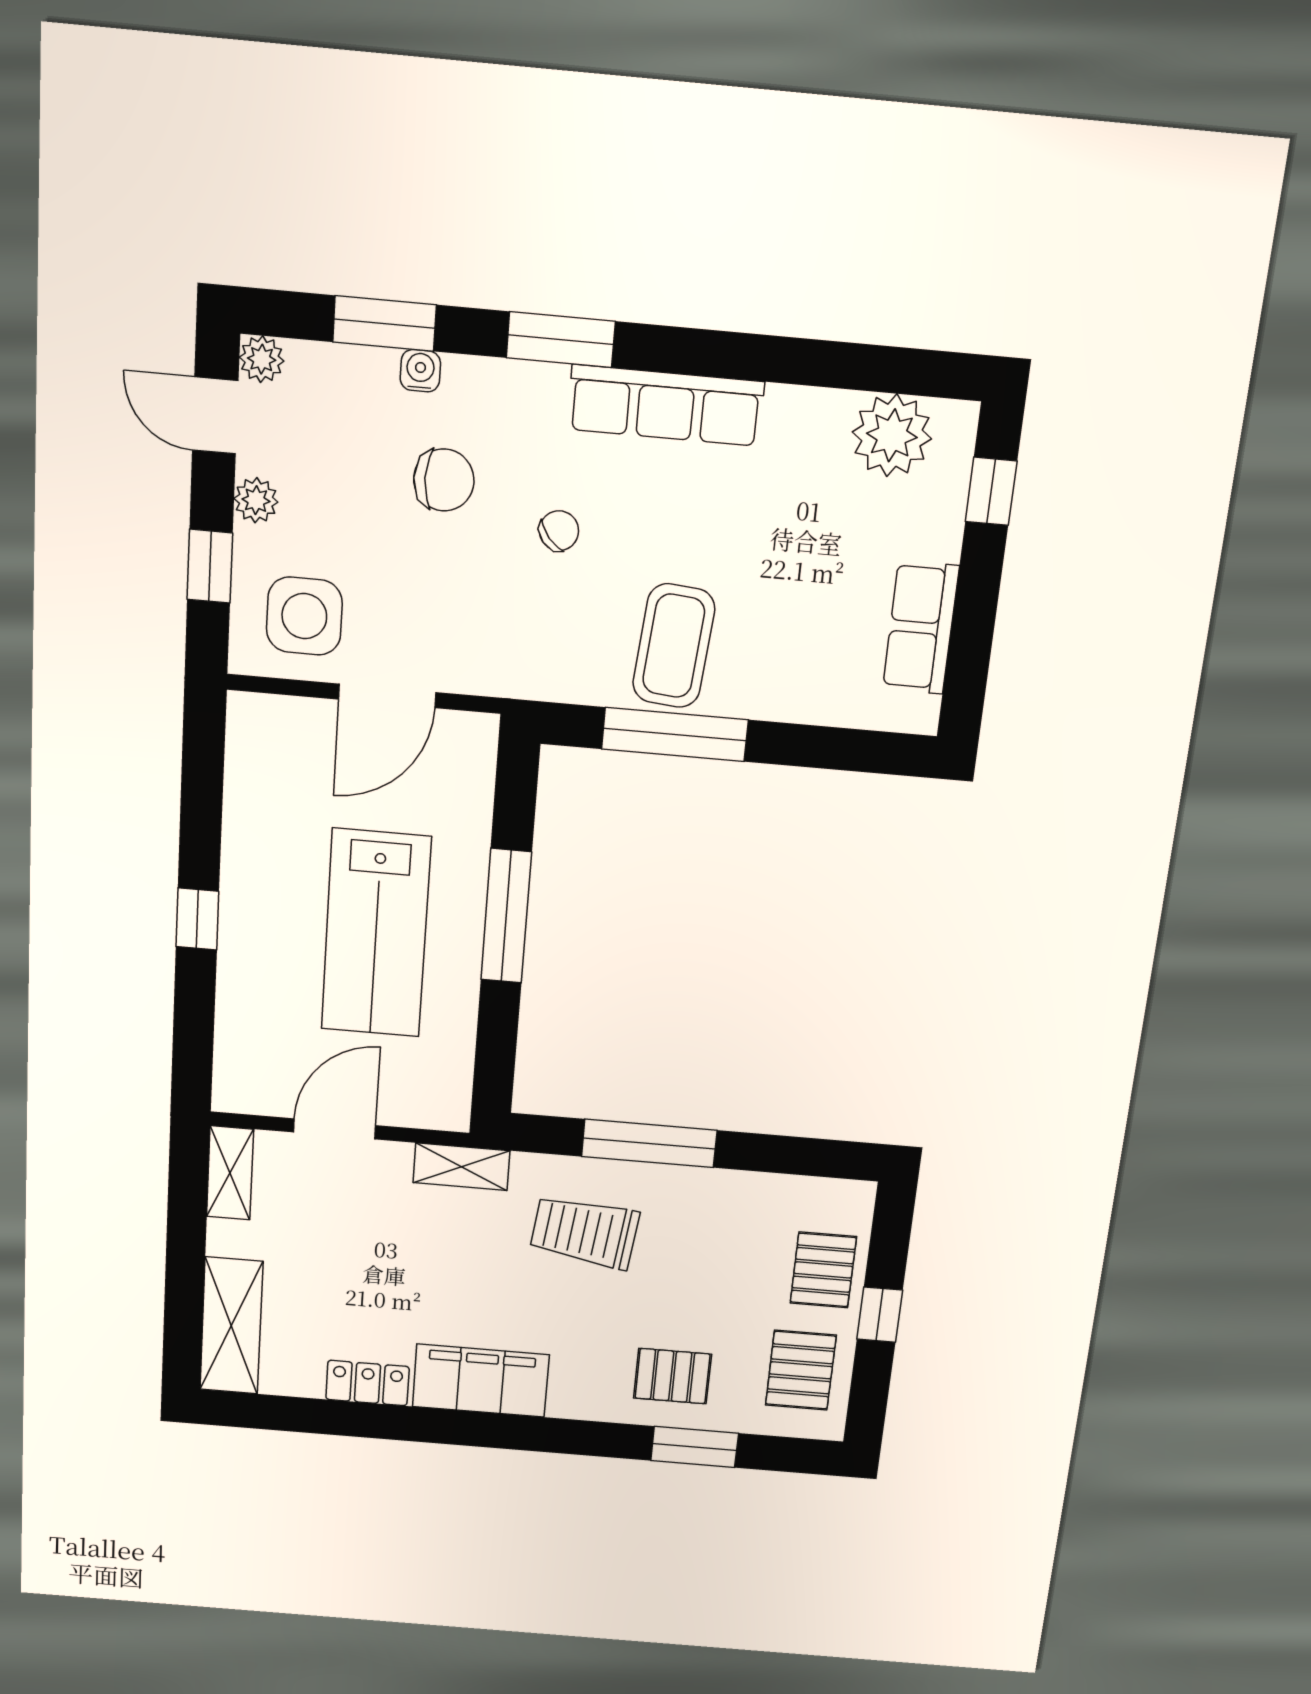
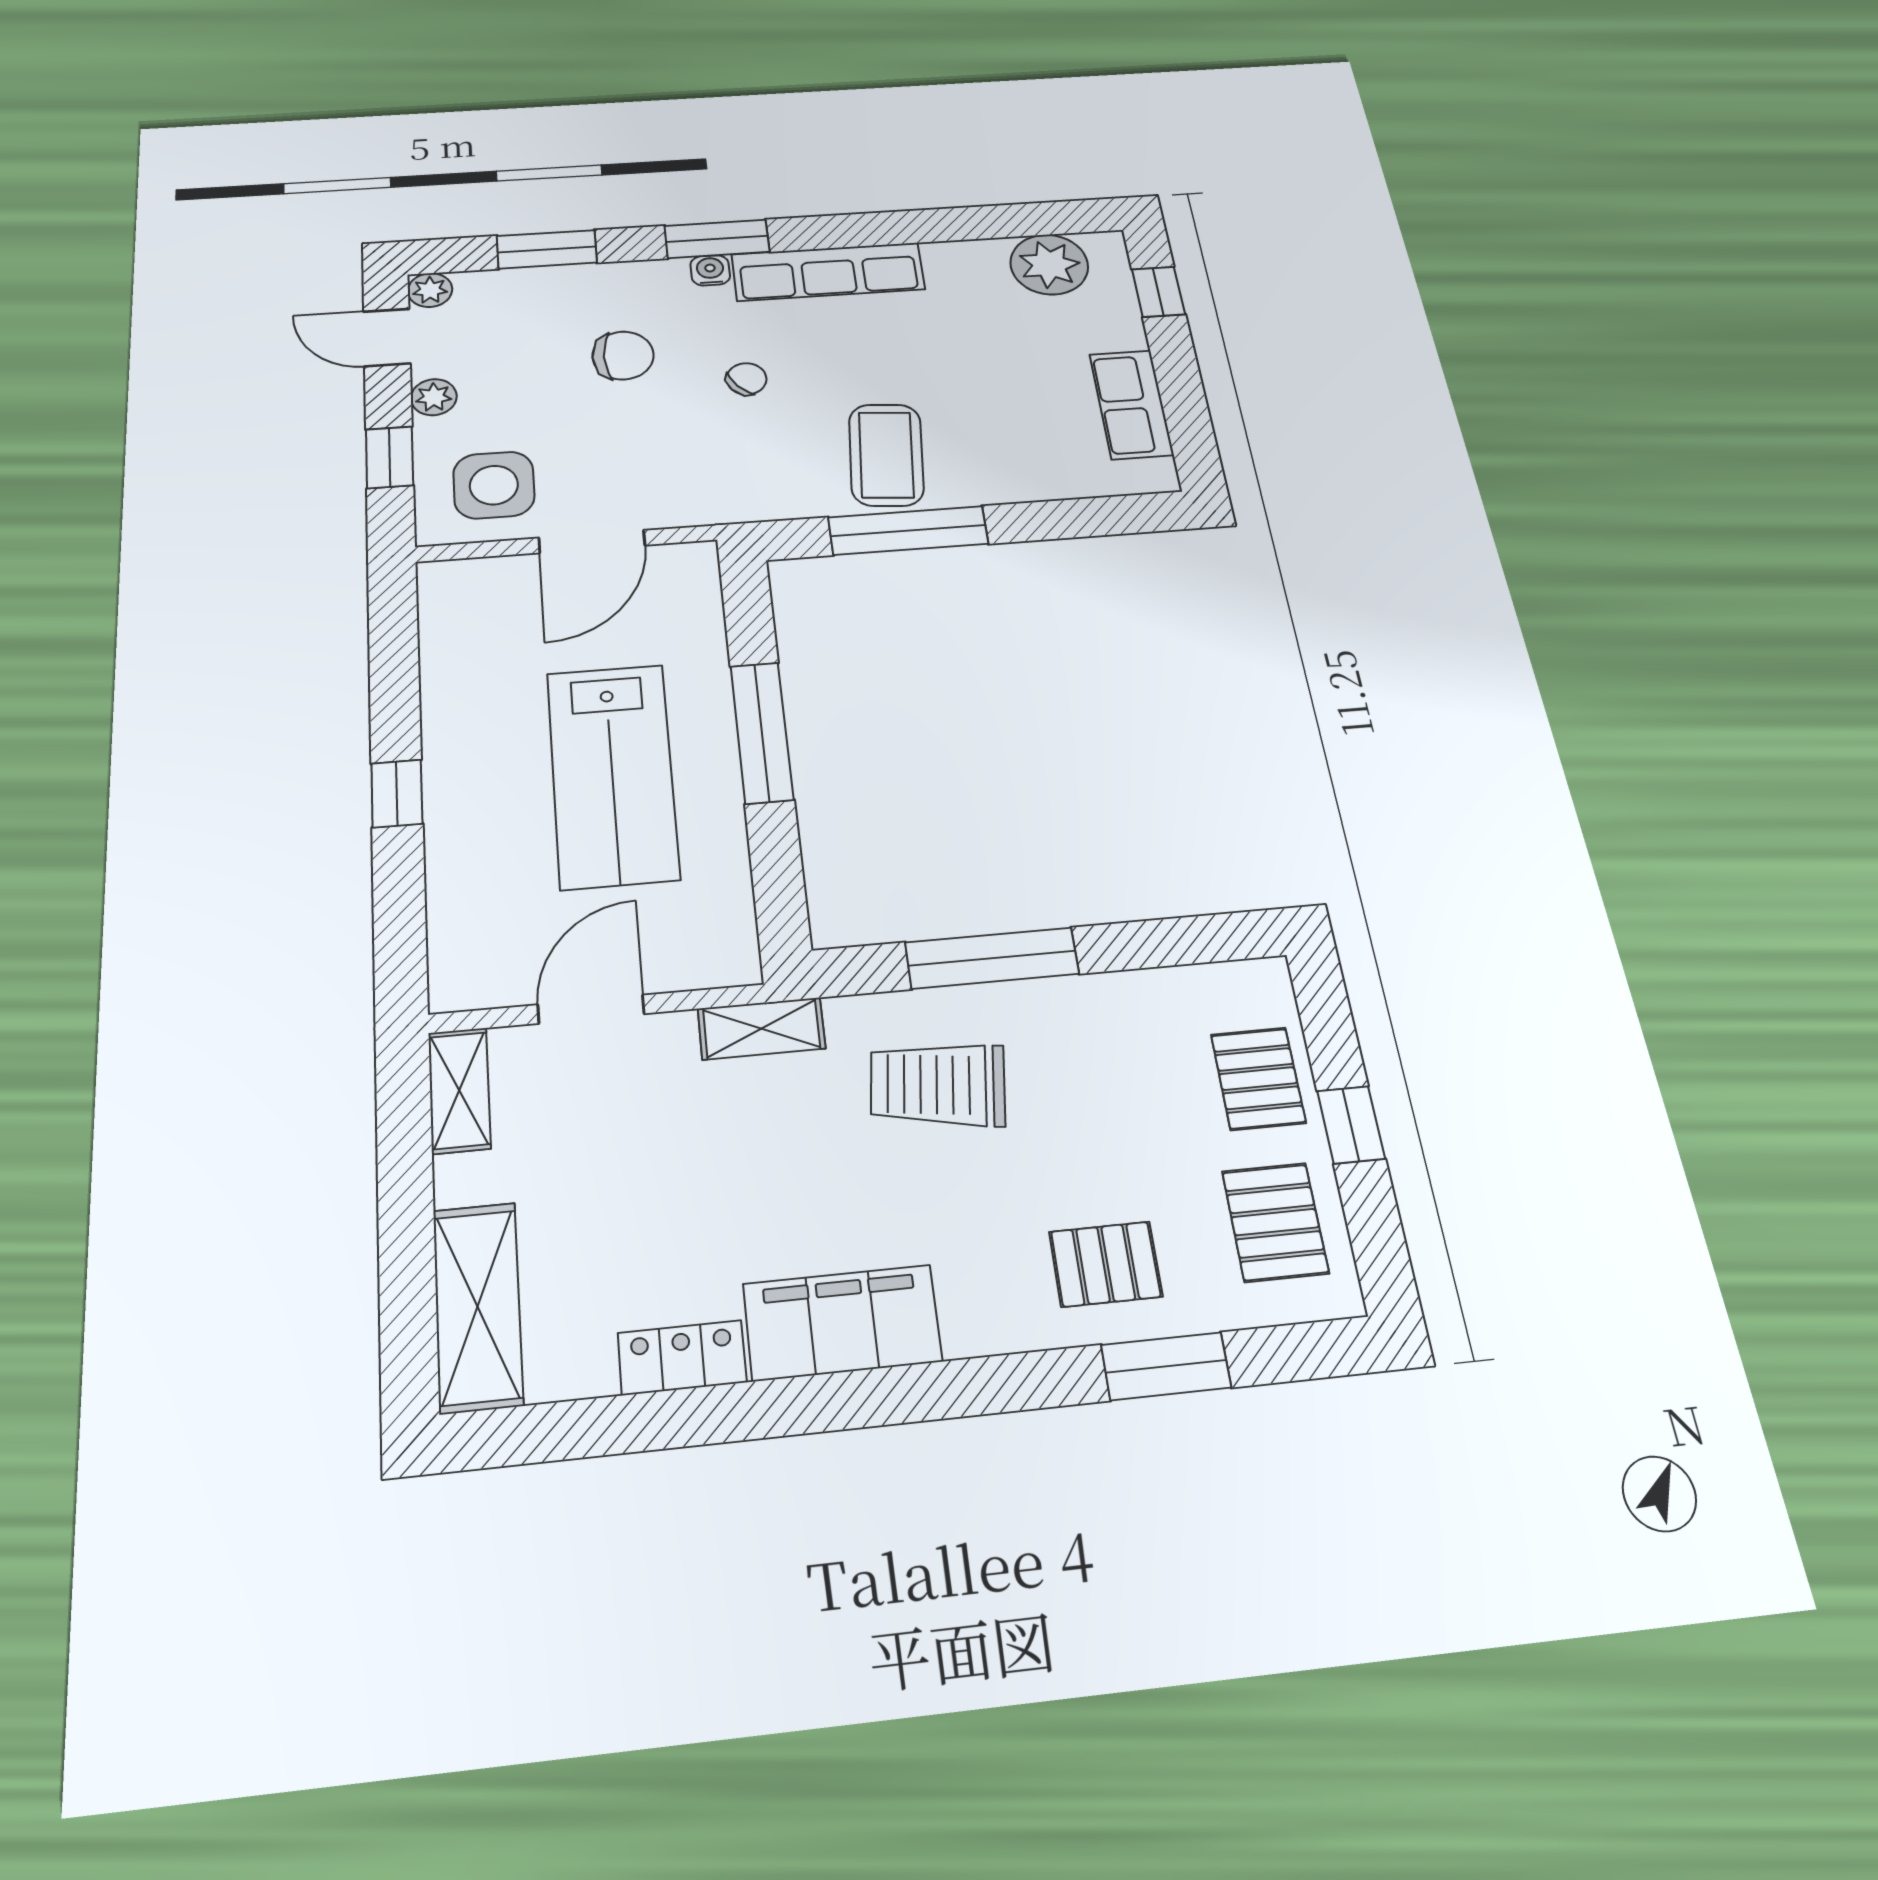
water cooler: (420, 371) -> (710, 270), moved

